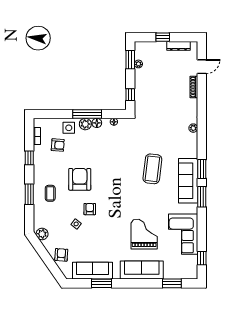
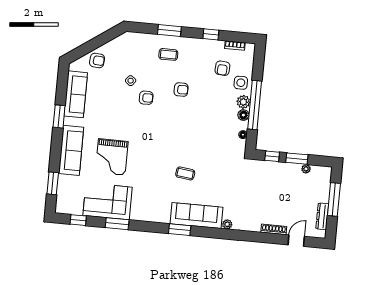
window: (163, 37) -> (334, 199), width x2.17
window: (130, 60) -> (297, 159), moved
door: (202, 67) -> (296, 241), swing flipped
window: (87, 114) -> (255, 105), width x1.46
coffee table: (152, 169) -> (185, 173), width x0.54, depth x0.58
armchair: (80, 179) -> (181, 90), width x0.53, depth x0.53
sofa: (188, 181) -> (196, 215), moved
window: (202, 197) -> (117, 224), moved
plant: (42, 234) -> (123, 41), removed
grand piano: (144, 234) -> (112, 157), turned 90
window: (101, 283) -> (59, 116), moved

